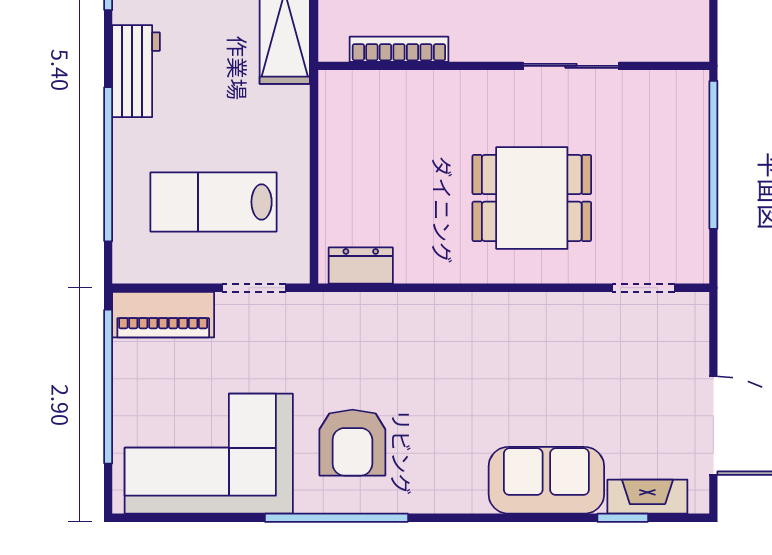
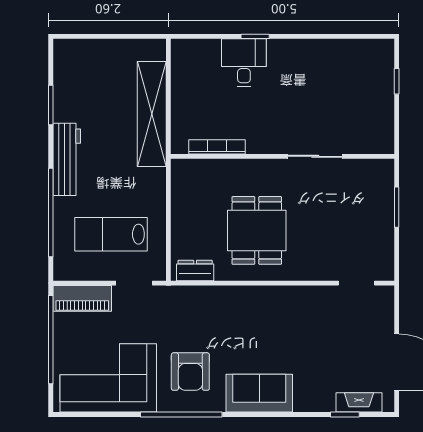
workbench: (136, 71) -> (67, 159), width x1.38
window: (713, 155) -> (397, 207), width x0.47
dining table: (532, 198) -> (257, 230), moved, turned 90
sofa: (546, 480) -> (259, 393), moved

